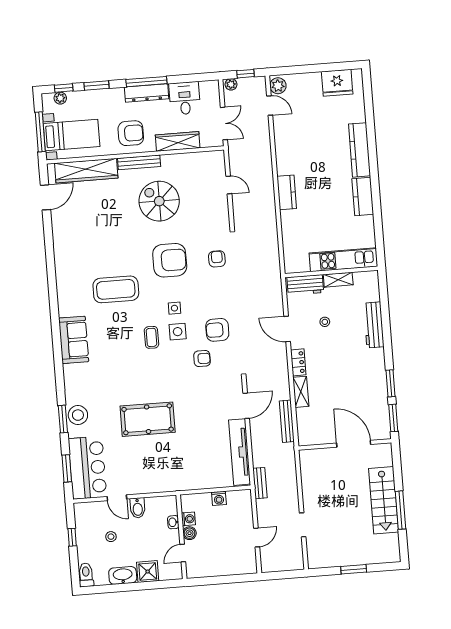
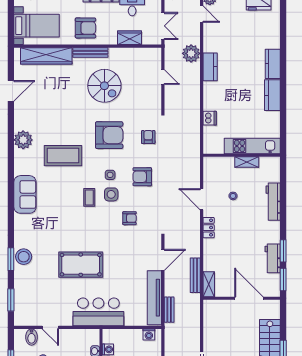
window: (40, 132) -> (11, 21), removed
wardrobe: (178, 141) -> (130, 38), width x0.67
kitchen counter: (360, 150) -> (273, 64), width x0.67
plant: (261, 154) -> (191, 53), added
kitchen counter: (287, 192) -> (210, 67), moved
door: (45, 197) -> (11, 91), moved
spiral stairs: (159, 201) -> (104, 86), turned 180
dishwasher: (289, 230) -> (210, 118), added
plant: (66, 274) -> (23, 140), added
workbench: (305, 285) -> (273, 258), moved, turned 90
armchair: (217, 330) -> (142, 177), moved
shelving: (301, 392) -> (209, 284), moved
bar counter: (87, 468) -> (98, 312), moved, turned -90
bench: (260, 483) -> (169, 310), moved
washing machine: (219, 498) -> (149, 334), moved
bidet: (138, 508) -> (32, 337), moved

